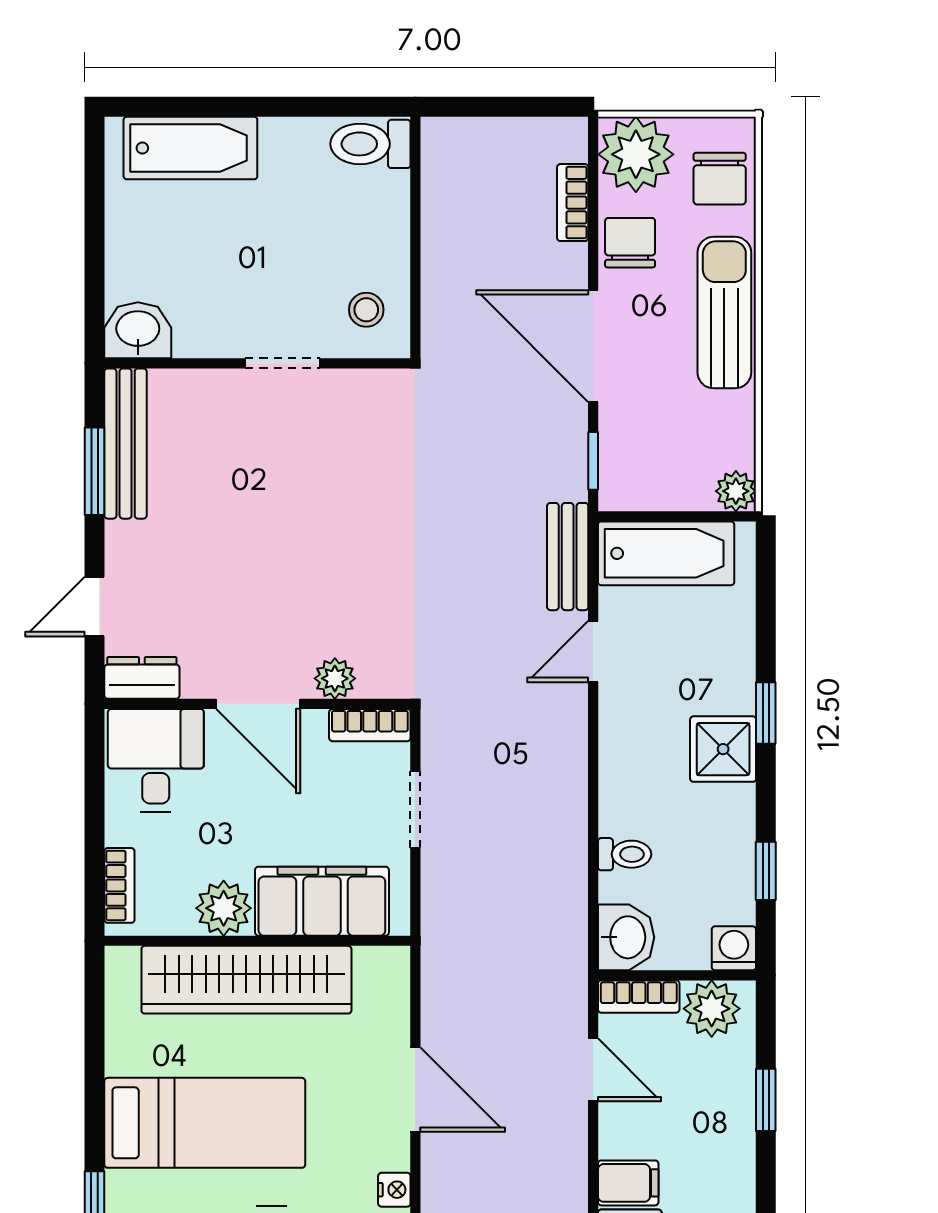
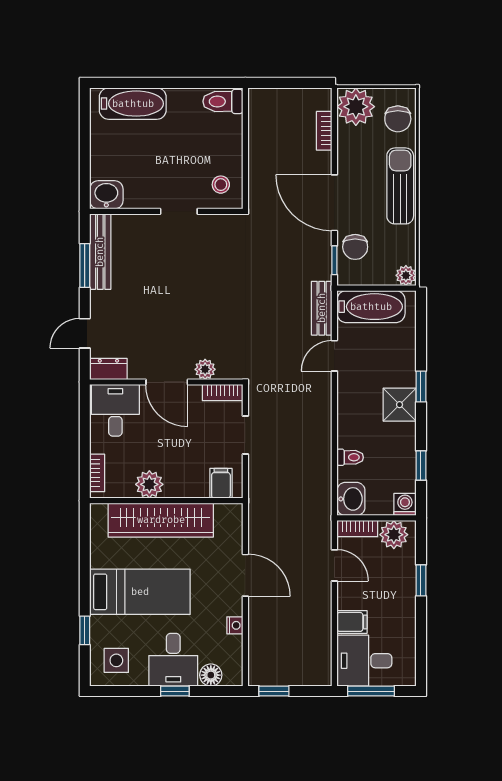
chair: (630, 243) -> (355, 247), moved, turned 180
filing cabinet: (322, 901) -> (221, 483), width x0.33, depth x0.86

